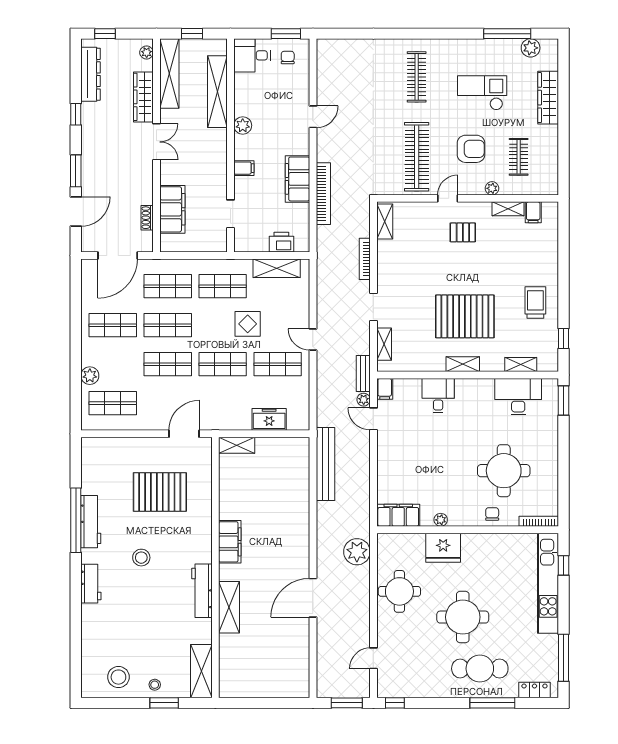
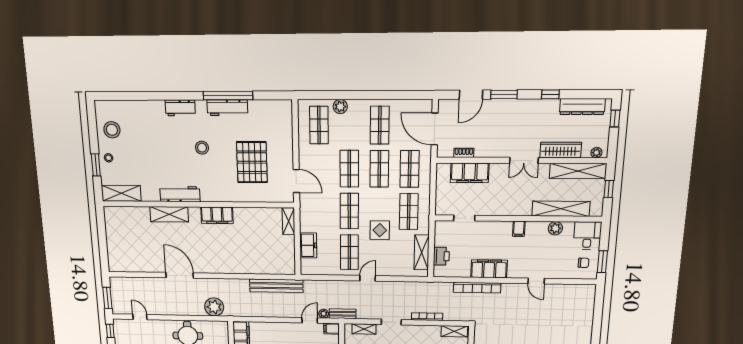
plant: (243, 125) -> (555, 228), moved
filing cabinet: (244, 168) -> (519, 229), moved
door: (76, 212) -> (471, 95), hinge flipped

